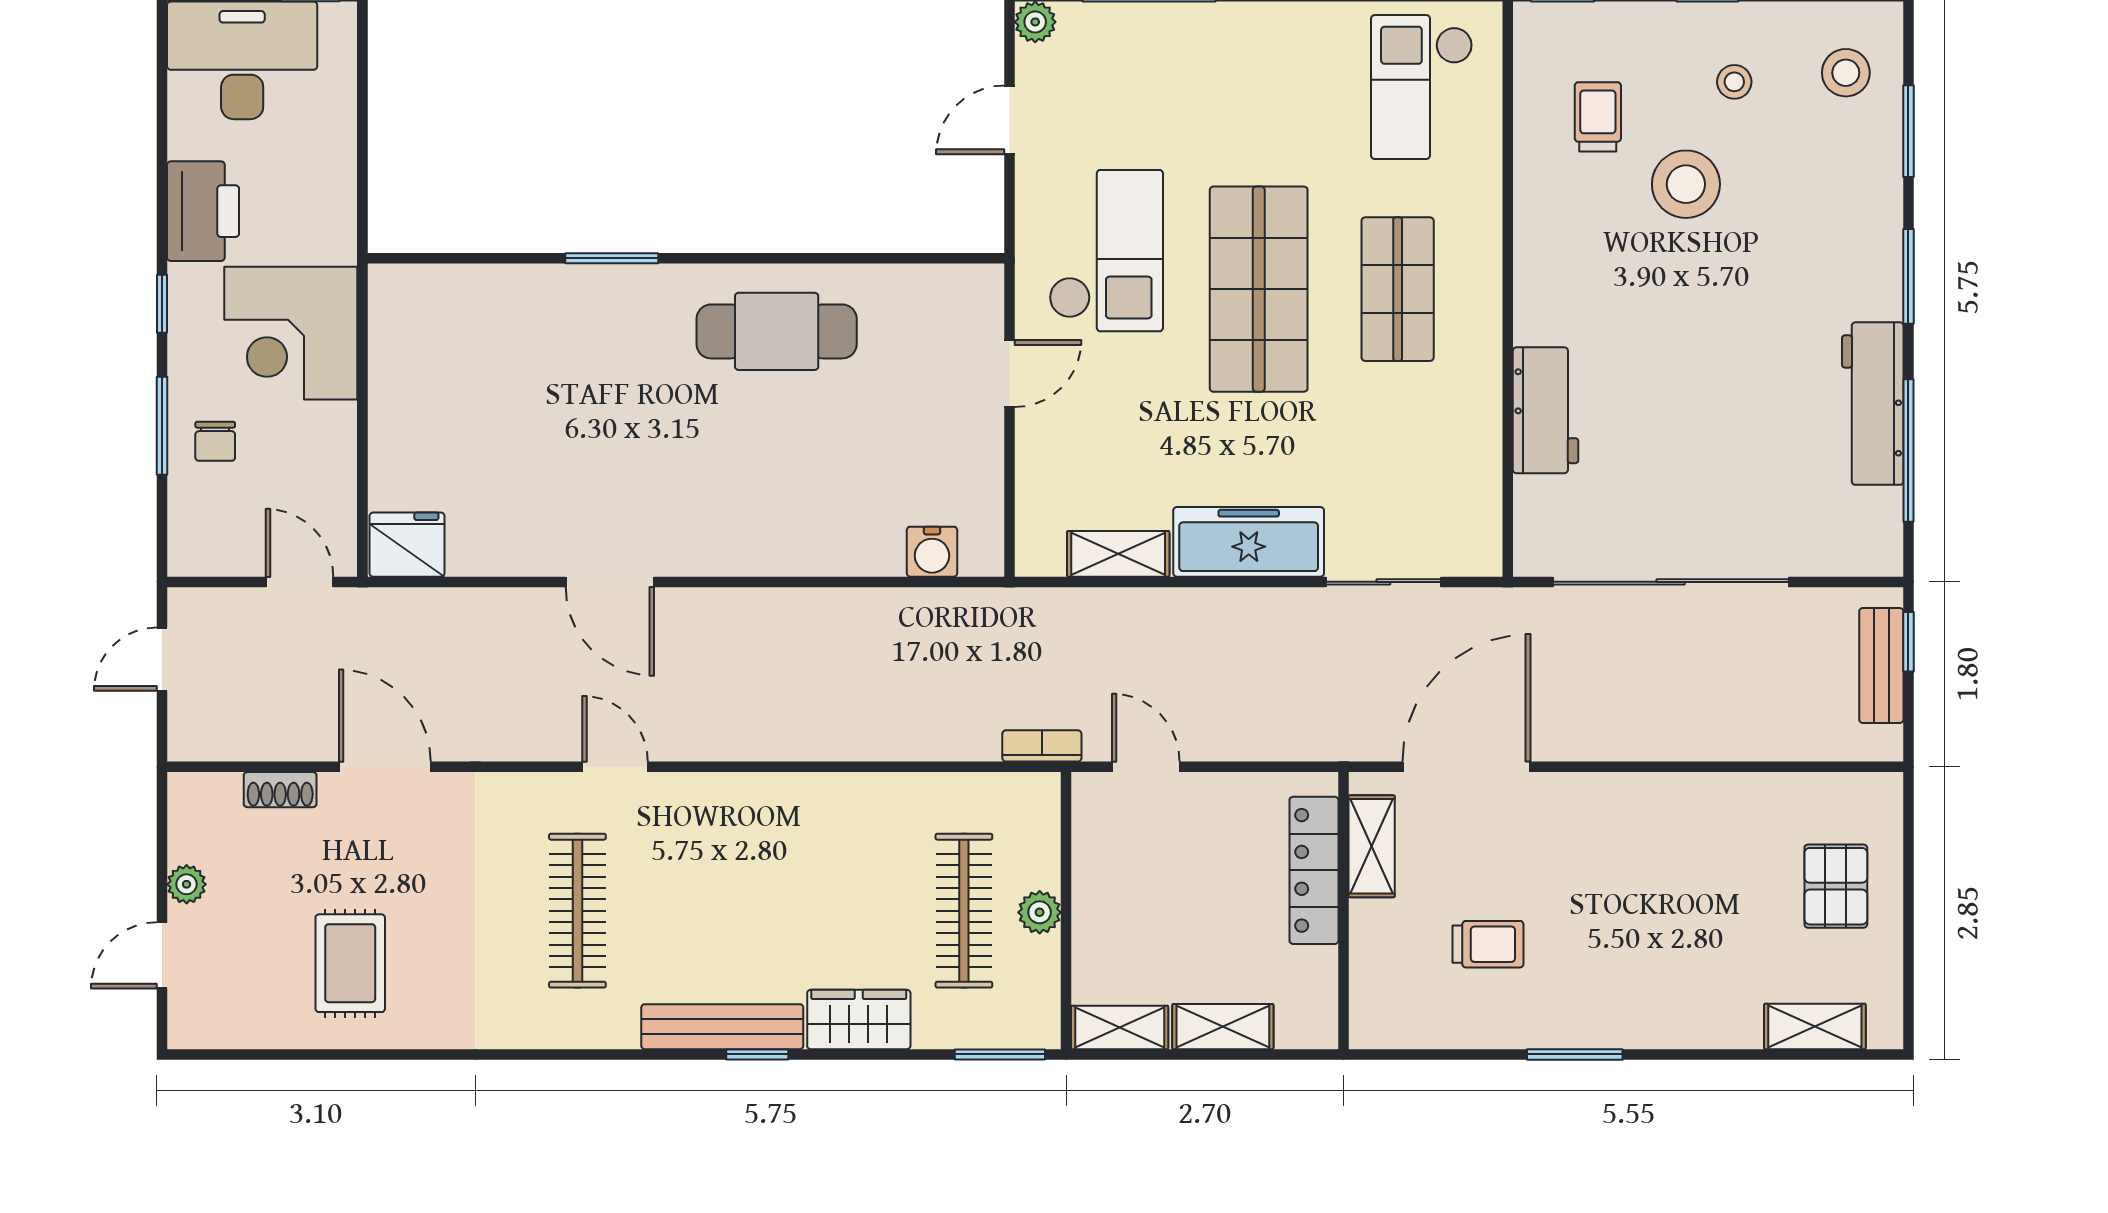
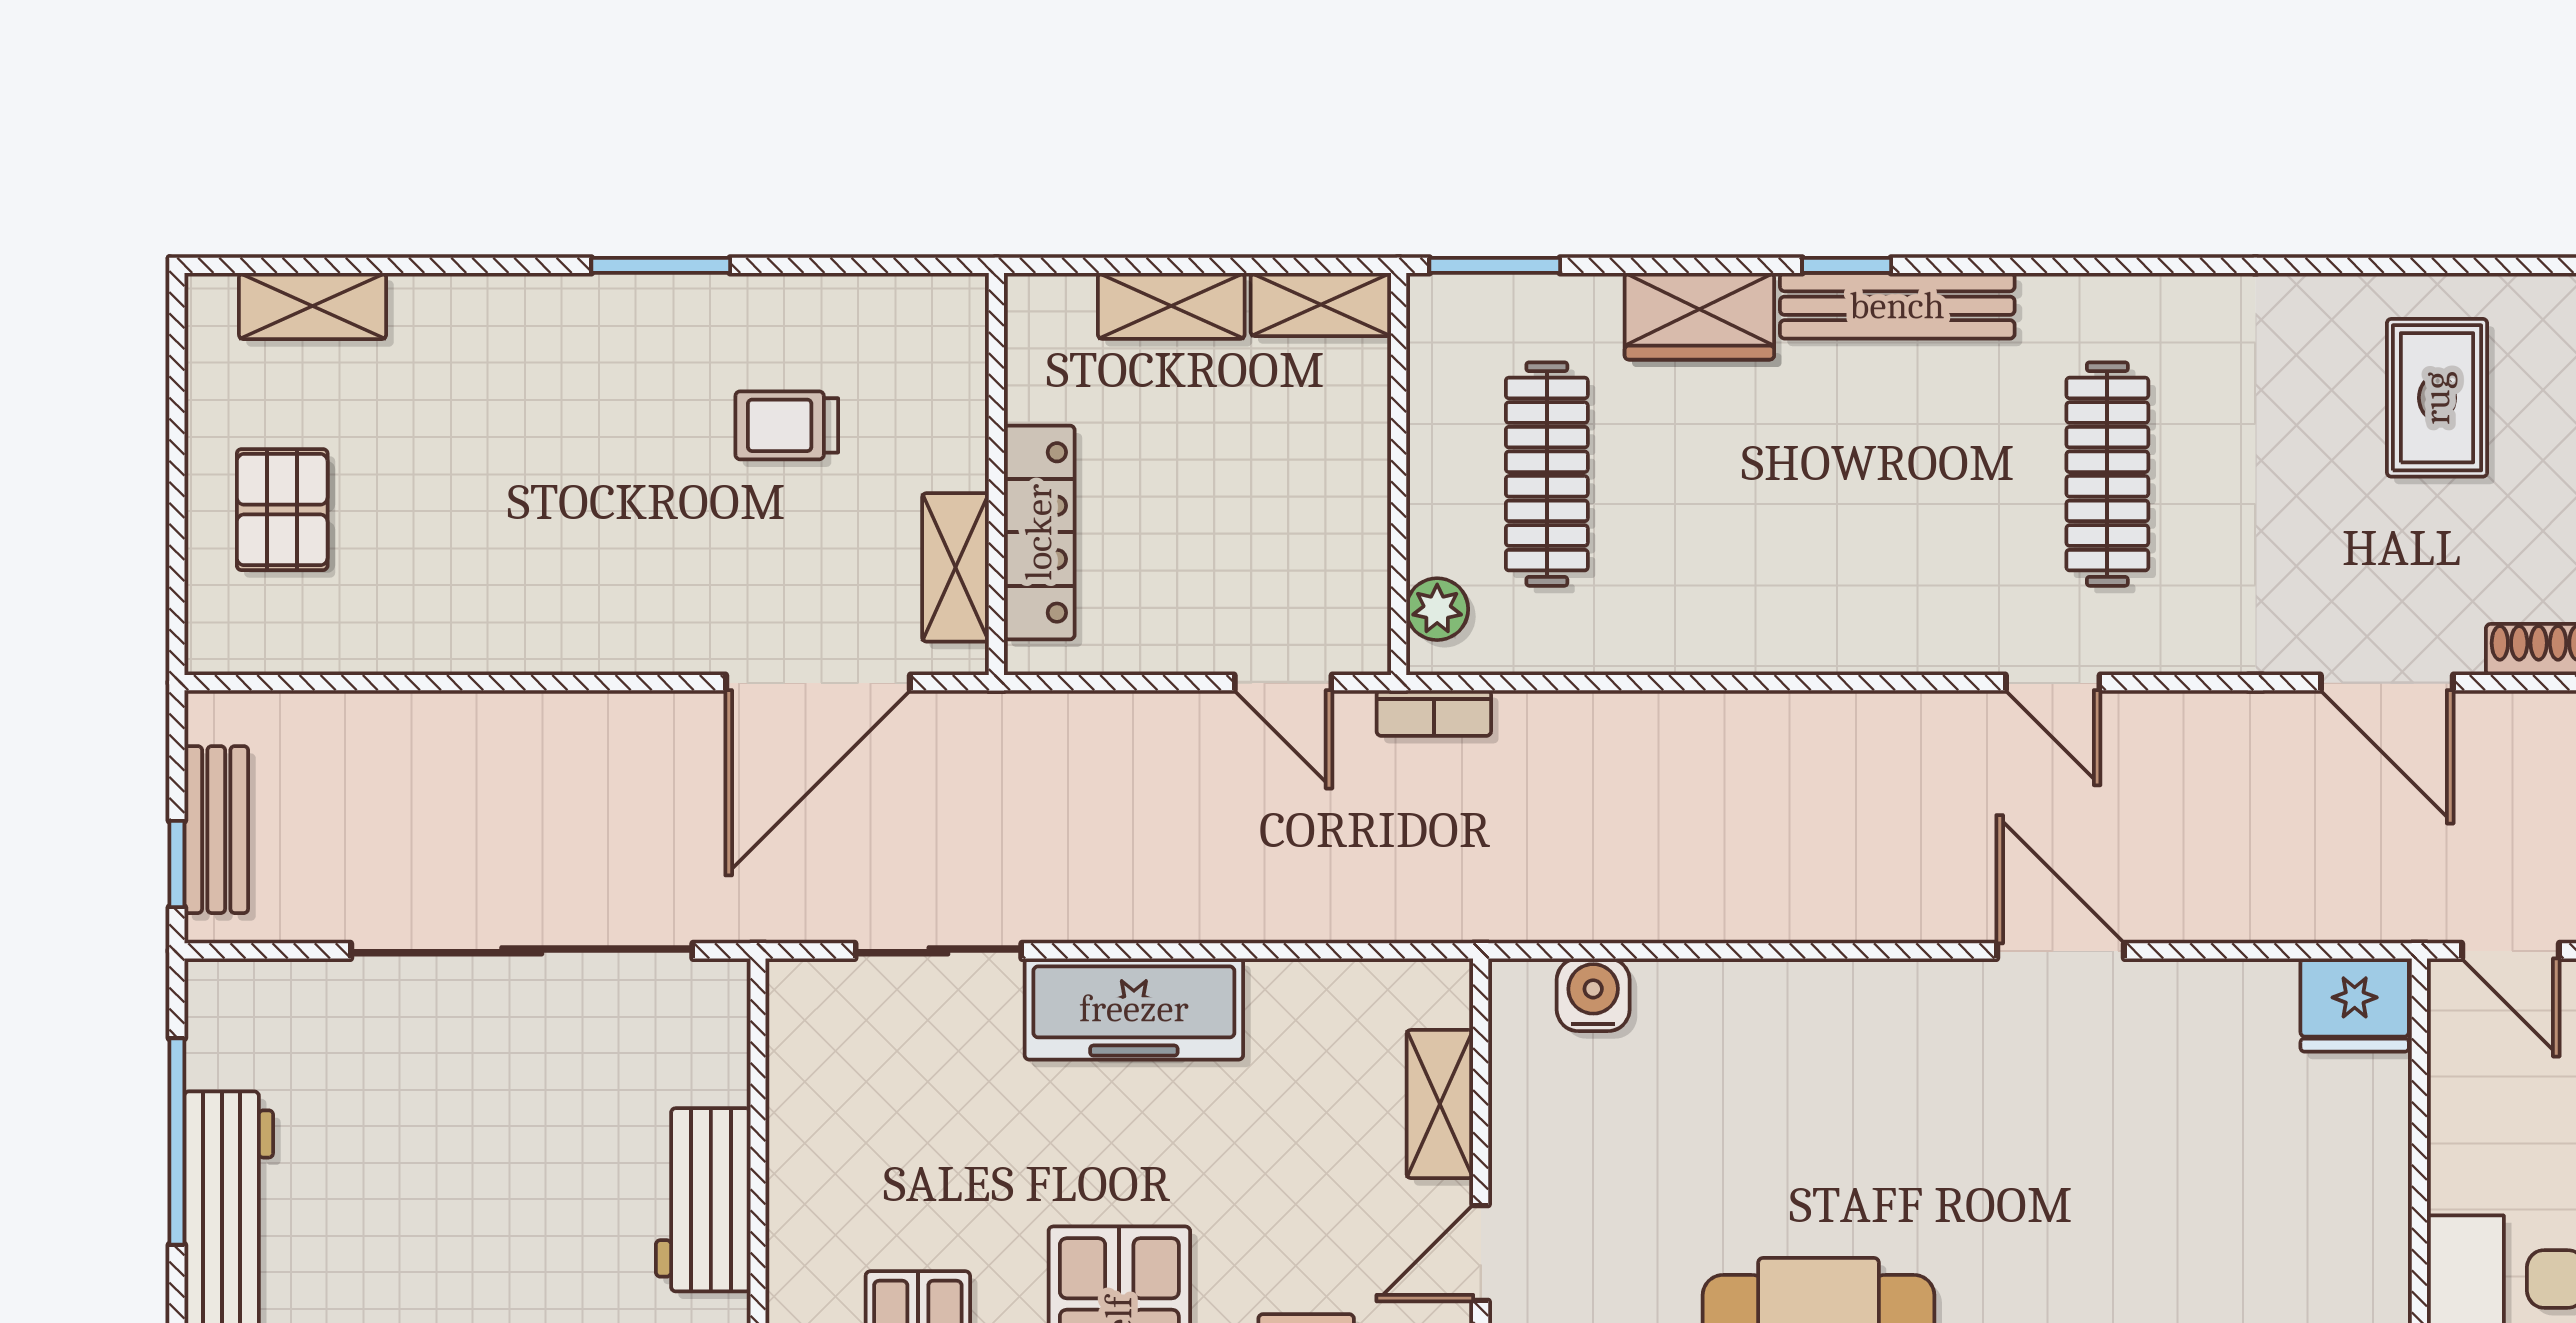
shelving: (1118, 554) -> (1440, 1104), moved, turned 90
plant: (1040, 912) -> (1437, 609), moved

